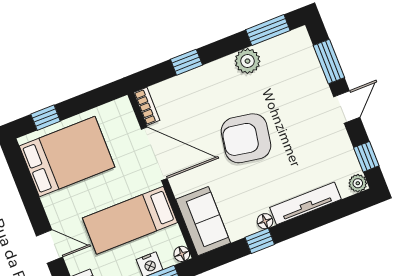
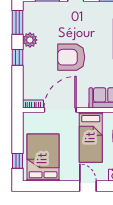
window: (186, 62) -> (18, 57), moved
armchair: (246, 138) -> (71, 57), turned 80
door: (50, 246) -> (88, 186), hinge flipped

